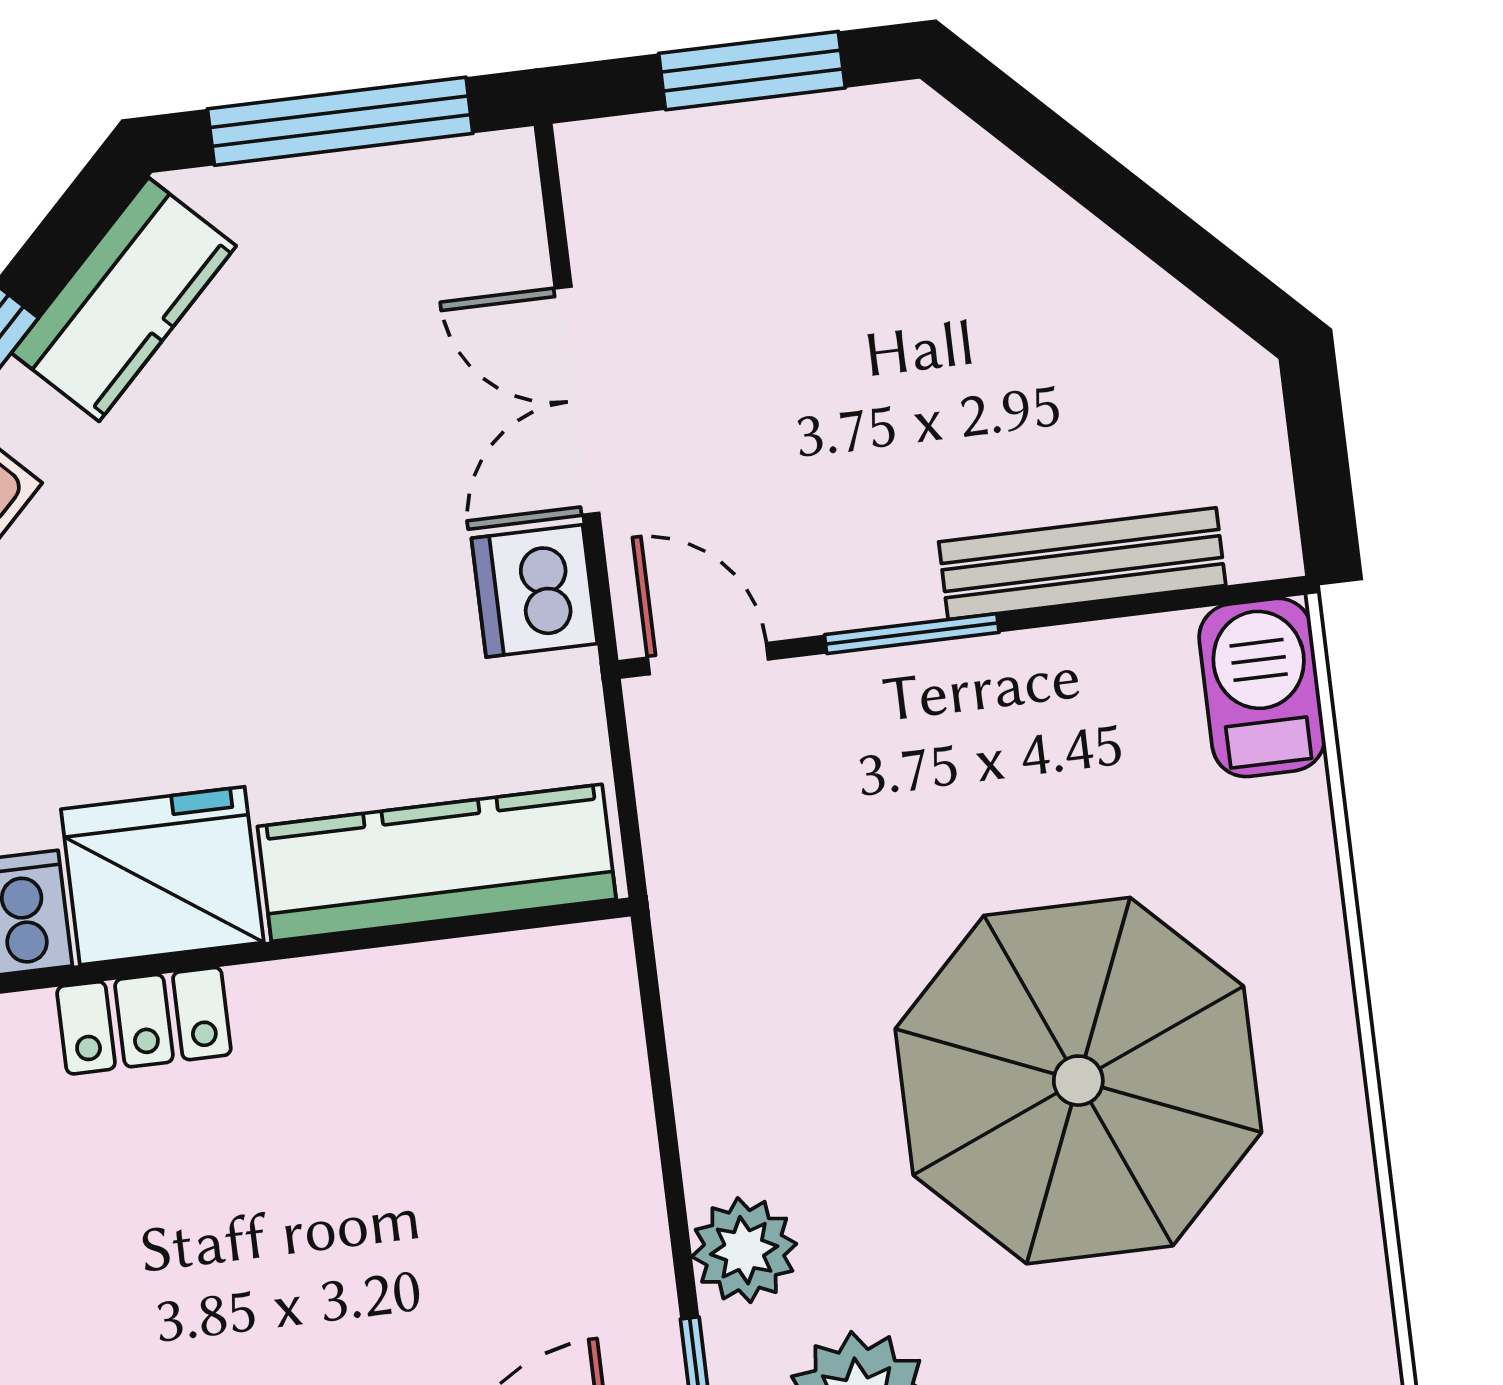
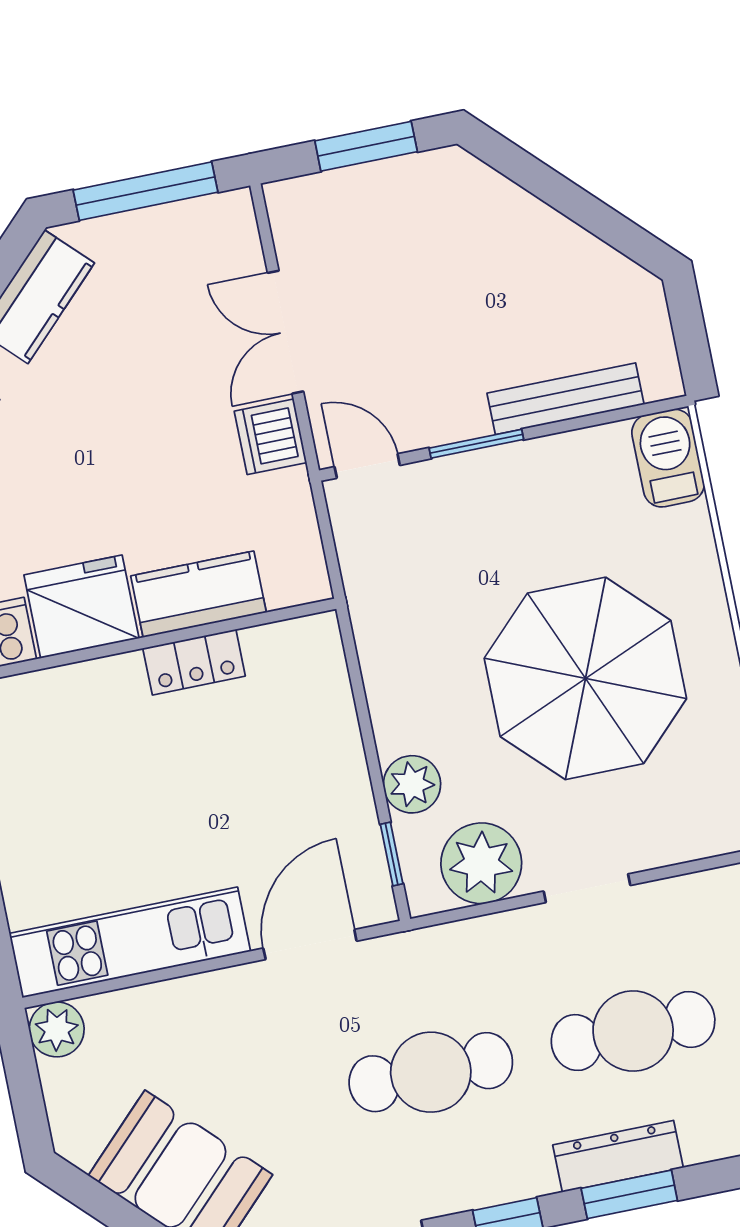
kitchen counter: (437, 863) -> (199, 594), width x0.67
locker: (144, 1021) -> (194, 662), moved

